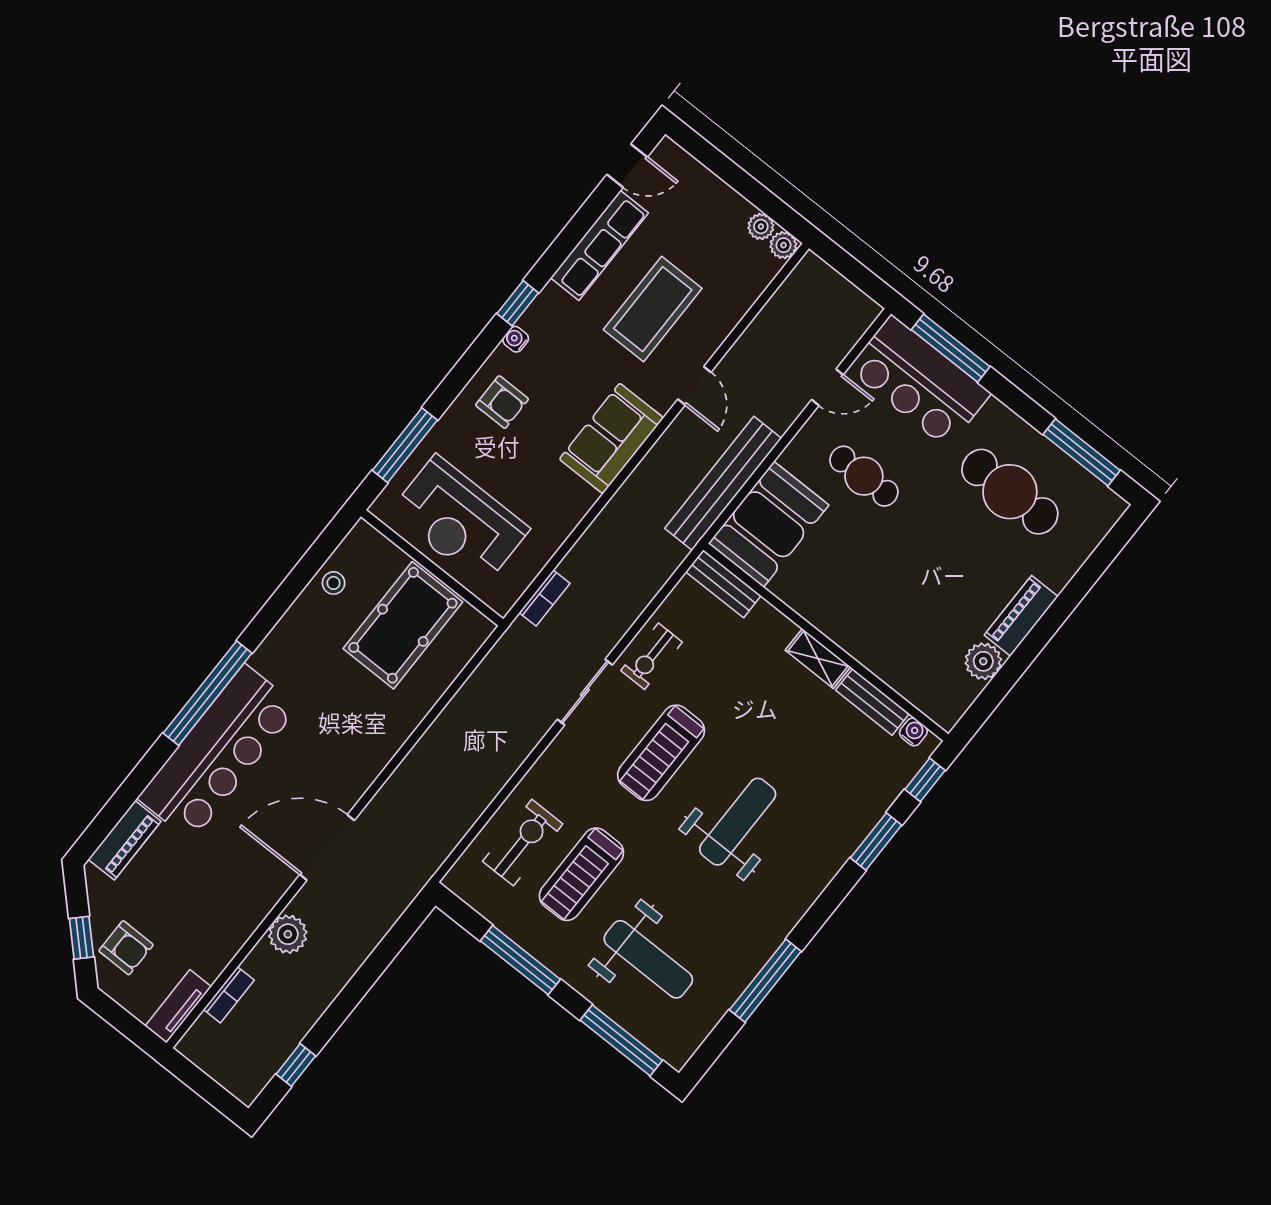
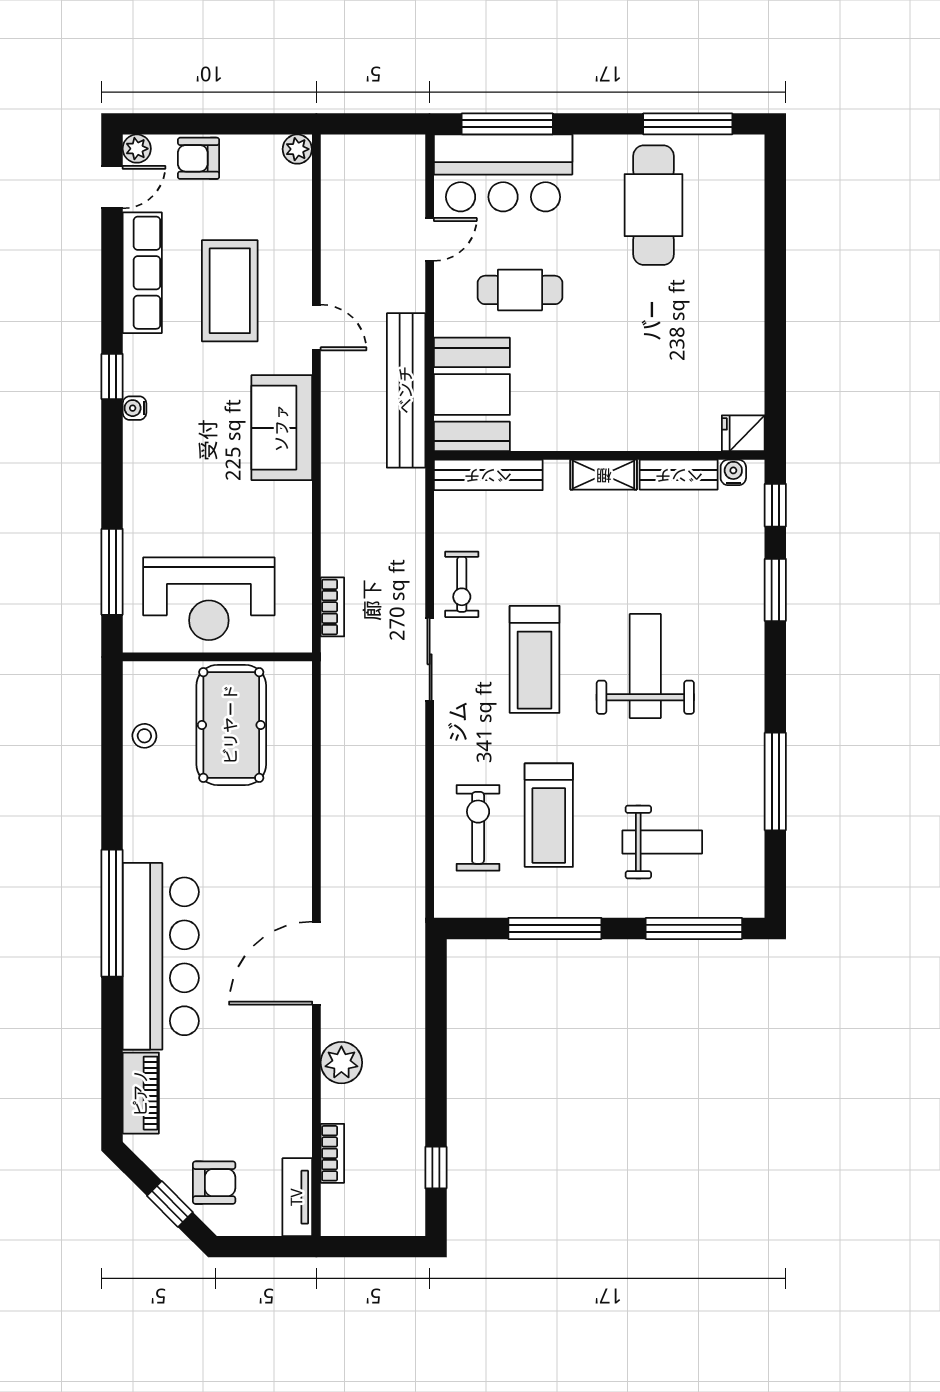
plant: (761, 227) -> (137, 149), moved
armchair: (502, 402) -> (199, 158), moved, turned 180
cafe table: (1010, 492) -> (654, 205), turned 90
bench: (723, 584) -> (488, 475), width x1.36
piano: (1021, 616) -> (746, 302), removed
plant: (983, 661) -> (745, 366), removed
fridge: (943, 709) -> (743, 433), added
weight bench: (648, 959) -> (662, 842), width x0.73, depth x0.75

